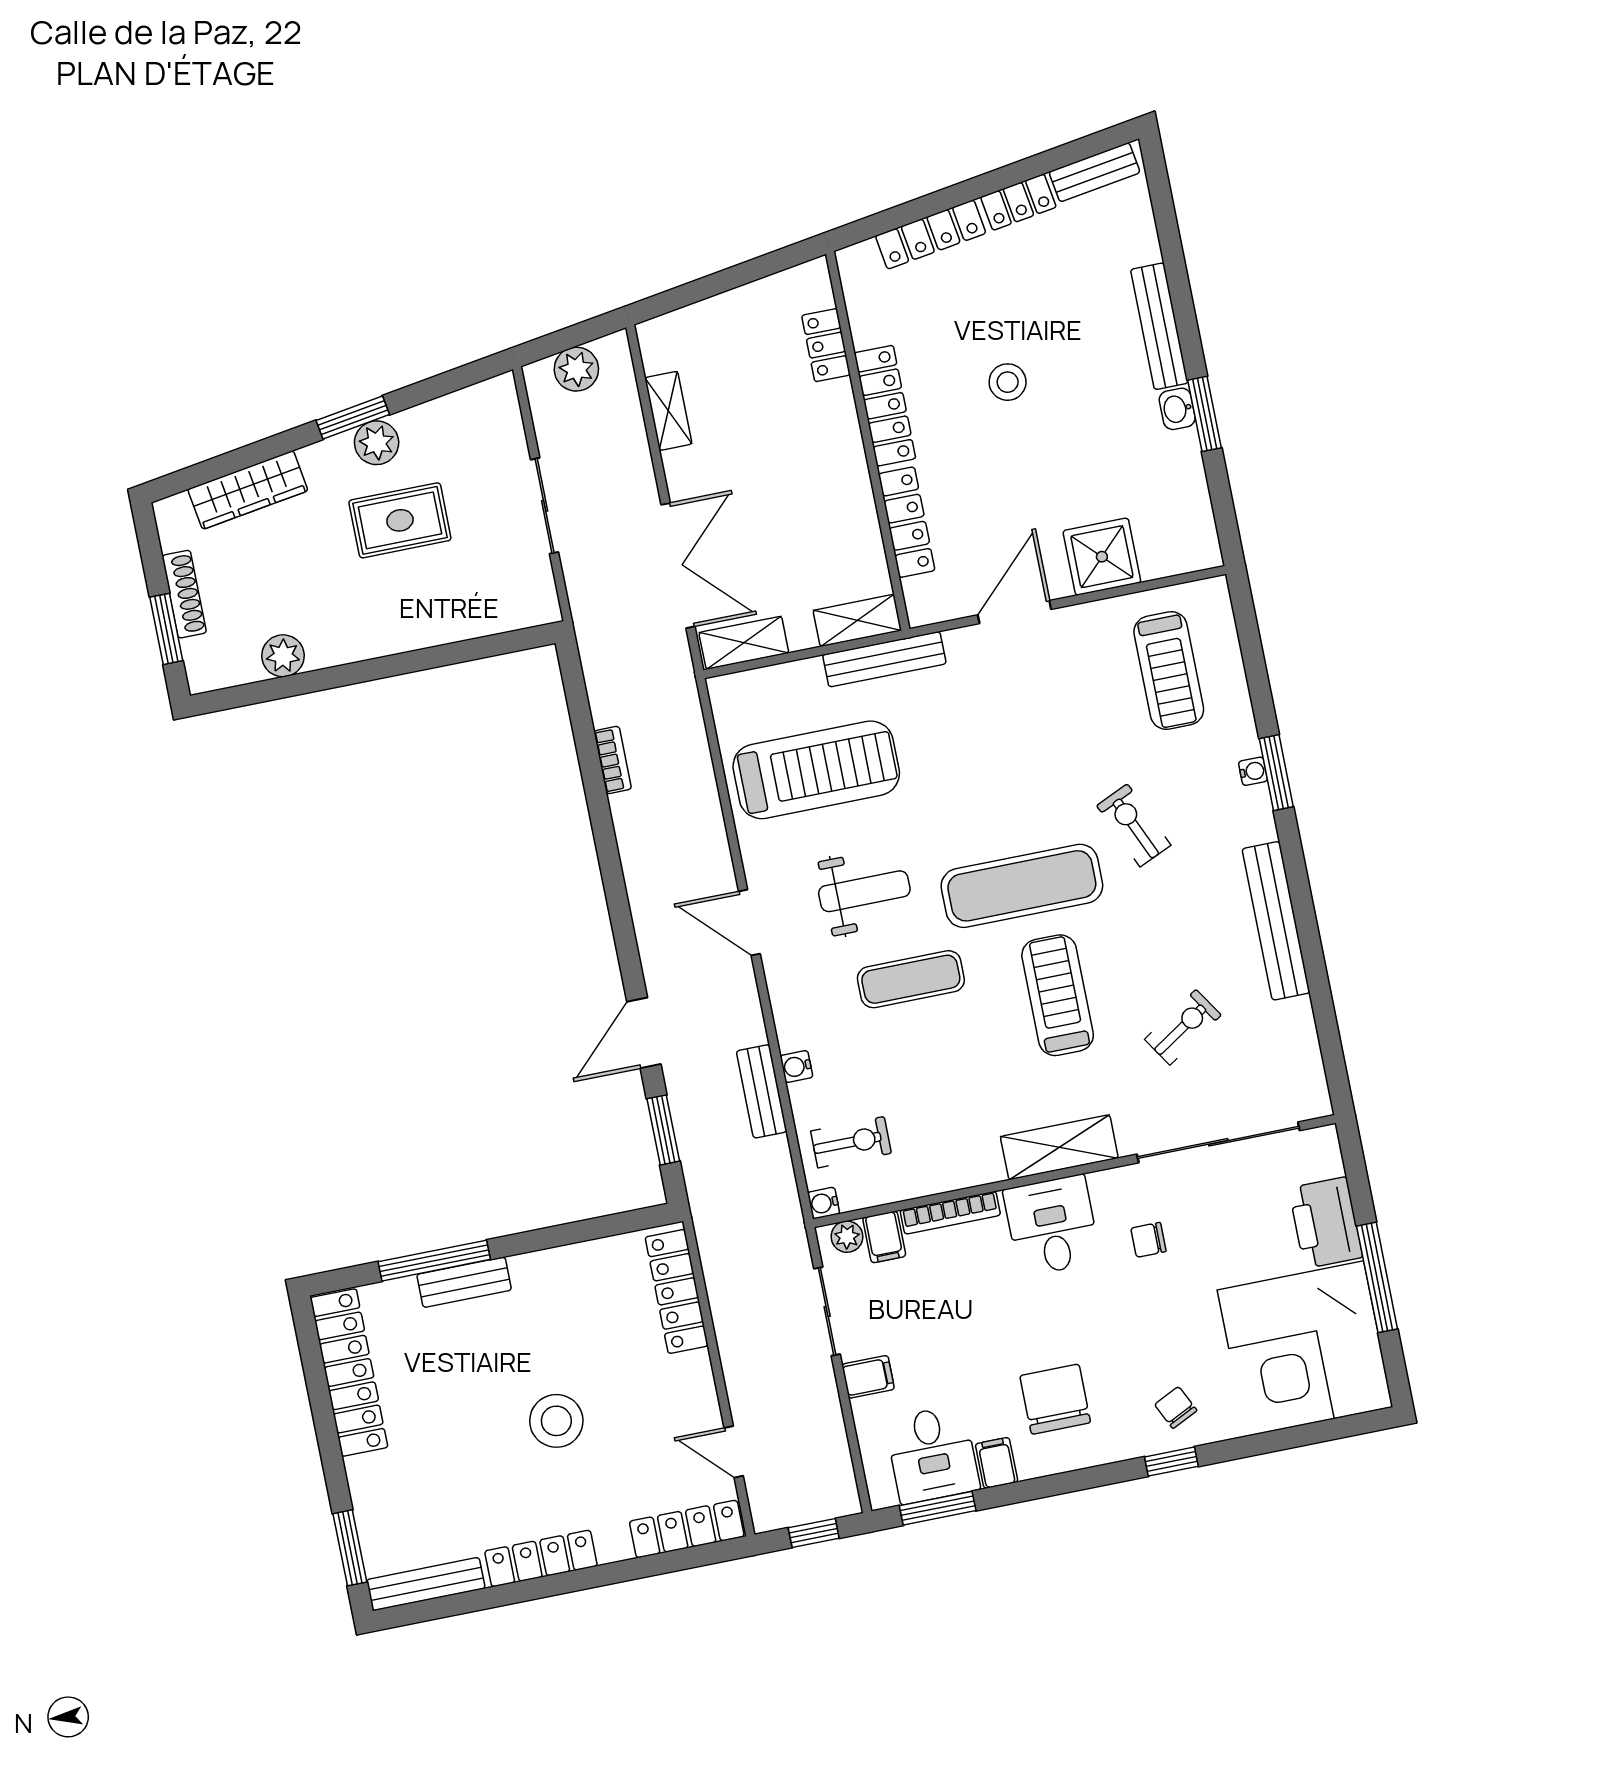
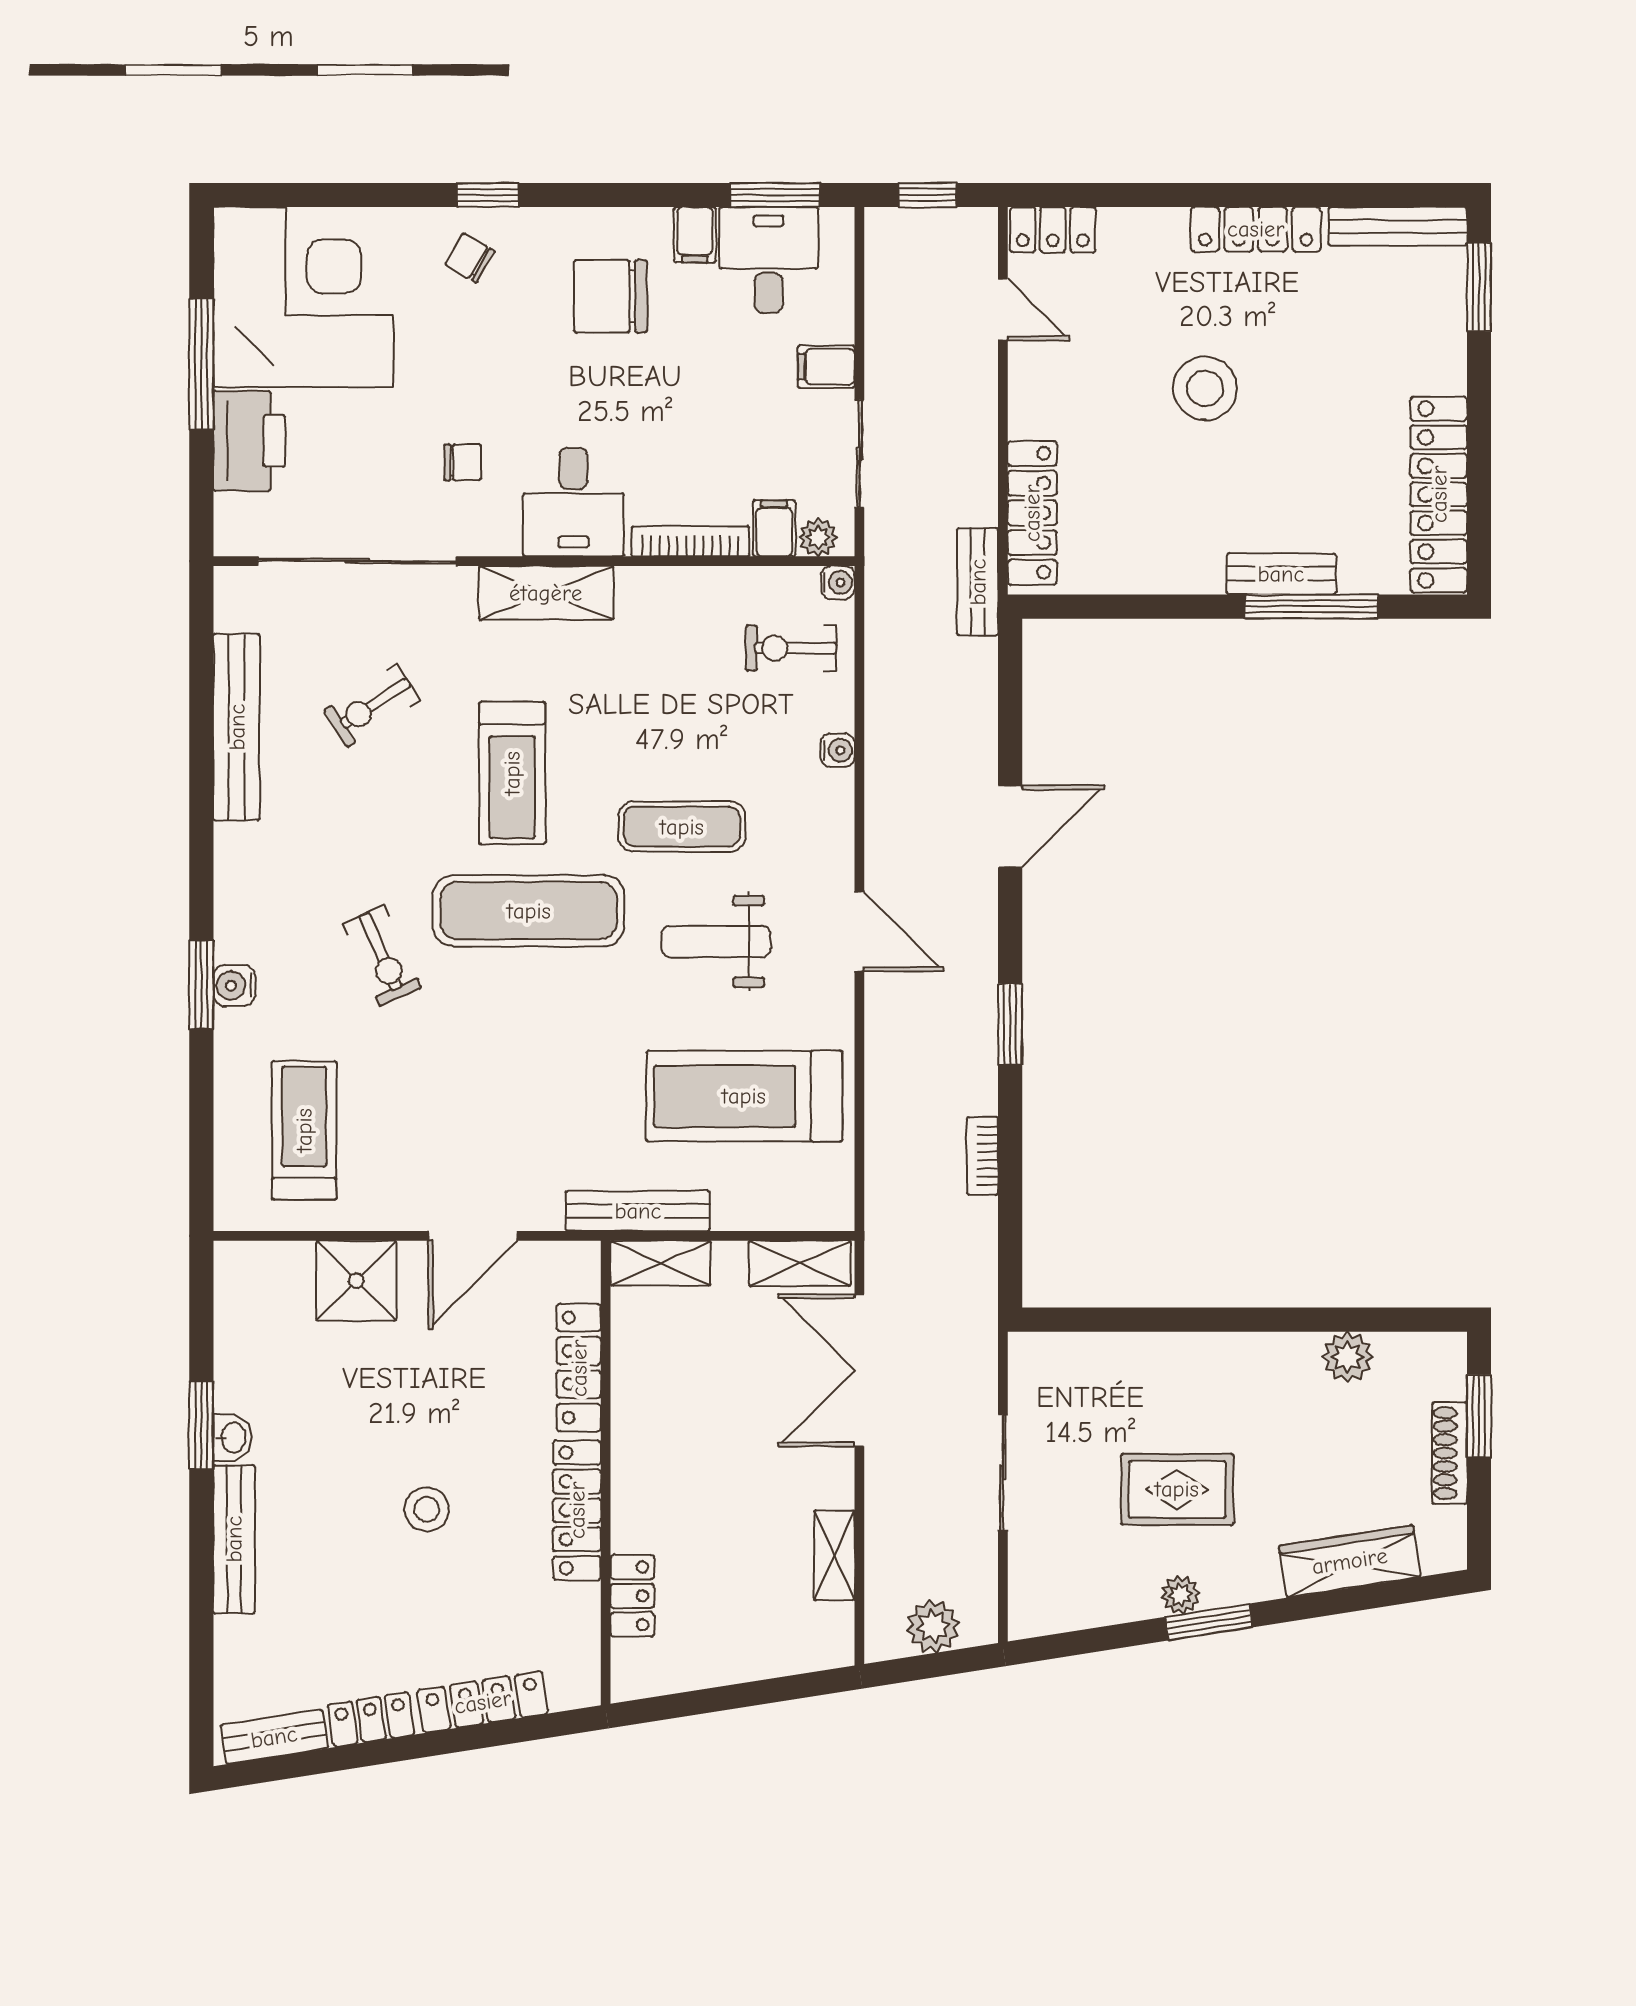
plant: (377, 443) -> (1181, 1595), width x0.73, depth x0.73
water cooler: (1253, 771) -> (234, 986), width x1.38, depth x1.38
bench: (1276, 921) -> (237, 727), moved
bench: (762, 1091) -> (978, 582), moved
window: (663, 1130) -> (1010, 1024), moved
chair: (1055, 1399) -> (610, 296), turned 90
chair: (1176, 1407) -> (470, 258), turned 146
locker: (687, 1529) -> (1053, 230), width x0.66

